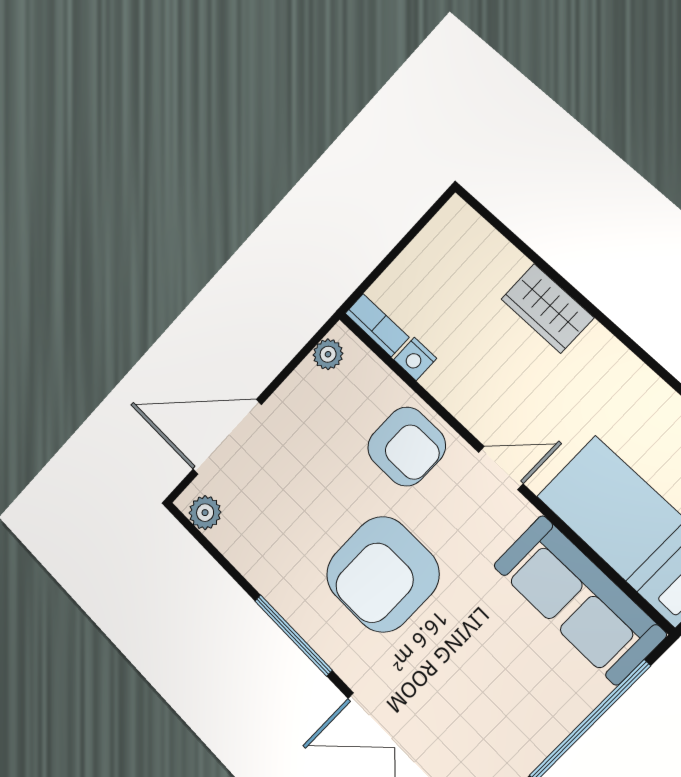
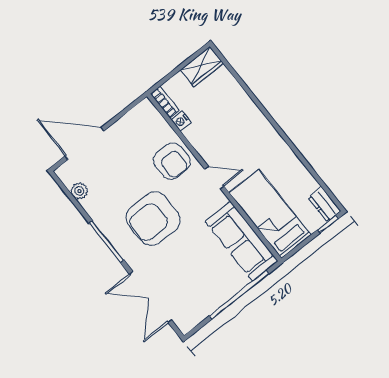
wardrobe: (547, 308) -> (202, 67), moved, turned -90
plant: (328, 354) -> (139, 112), removed
plant: (205, 513) -> (79, 191), moved

